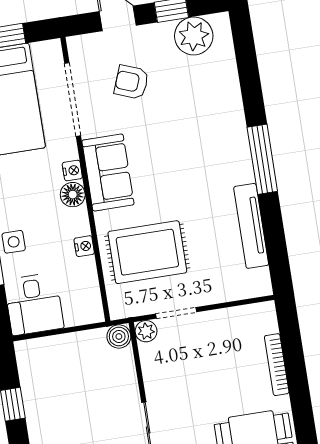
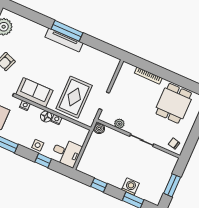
floor lamp: (73, 195) -> (46, 116), moved
tv unit: (251, 226) -> (64, 40), moved
plant: (146, 331) -> (119, 124), moved

